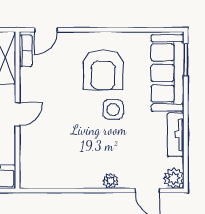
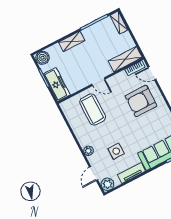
armchair: (103, 70) -> (141, 101), moved
side table: (113, 110) -> (116, 151), moved
coffee table: (54, 143) -> (93, 109), added

